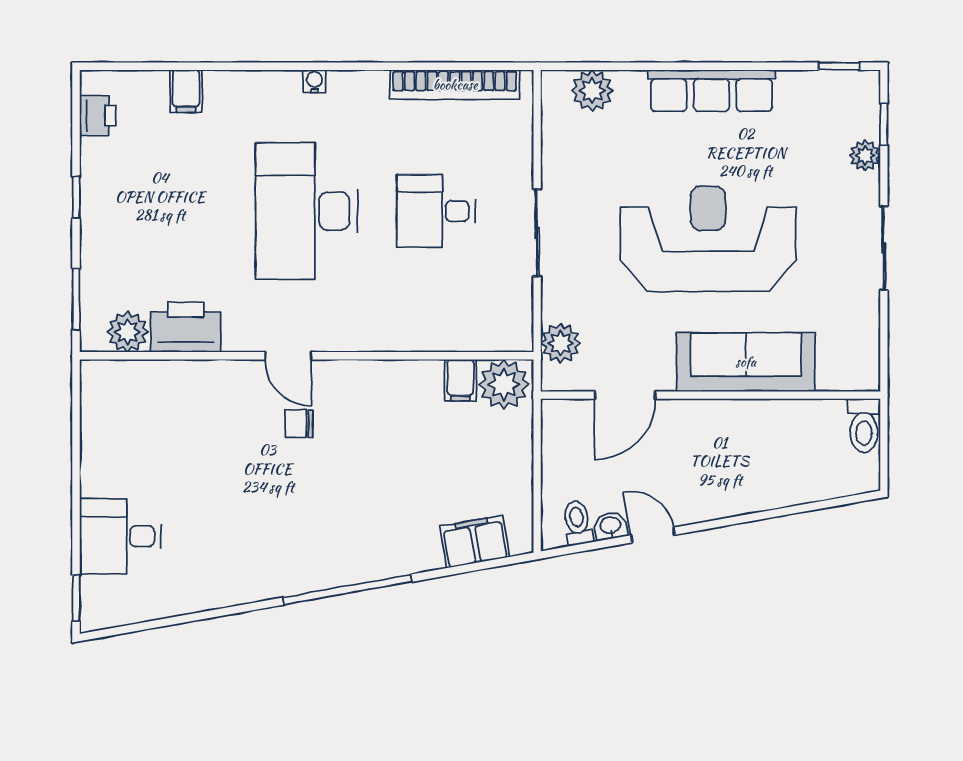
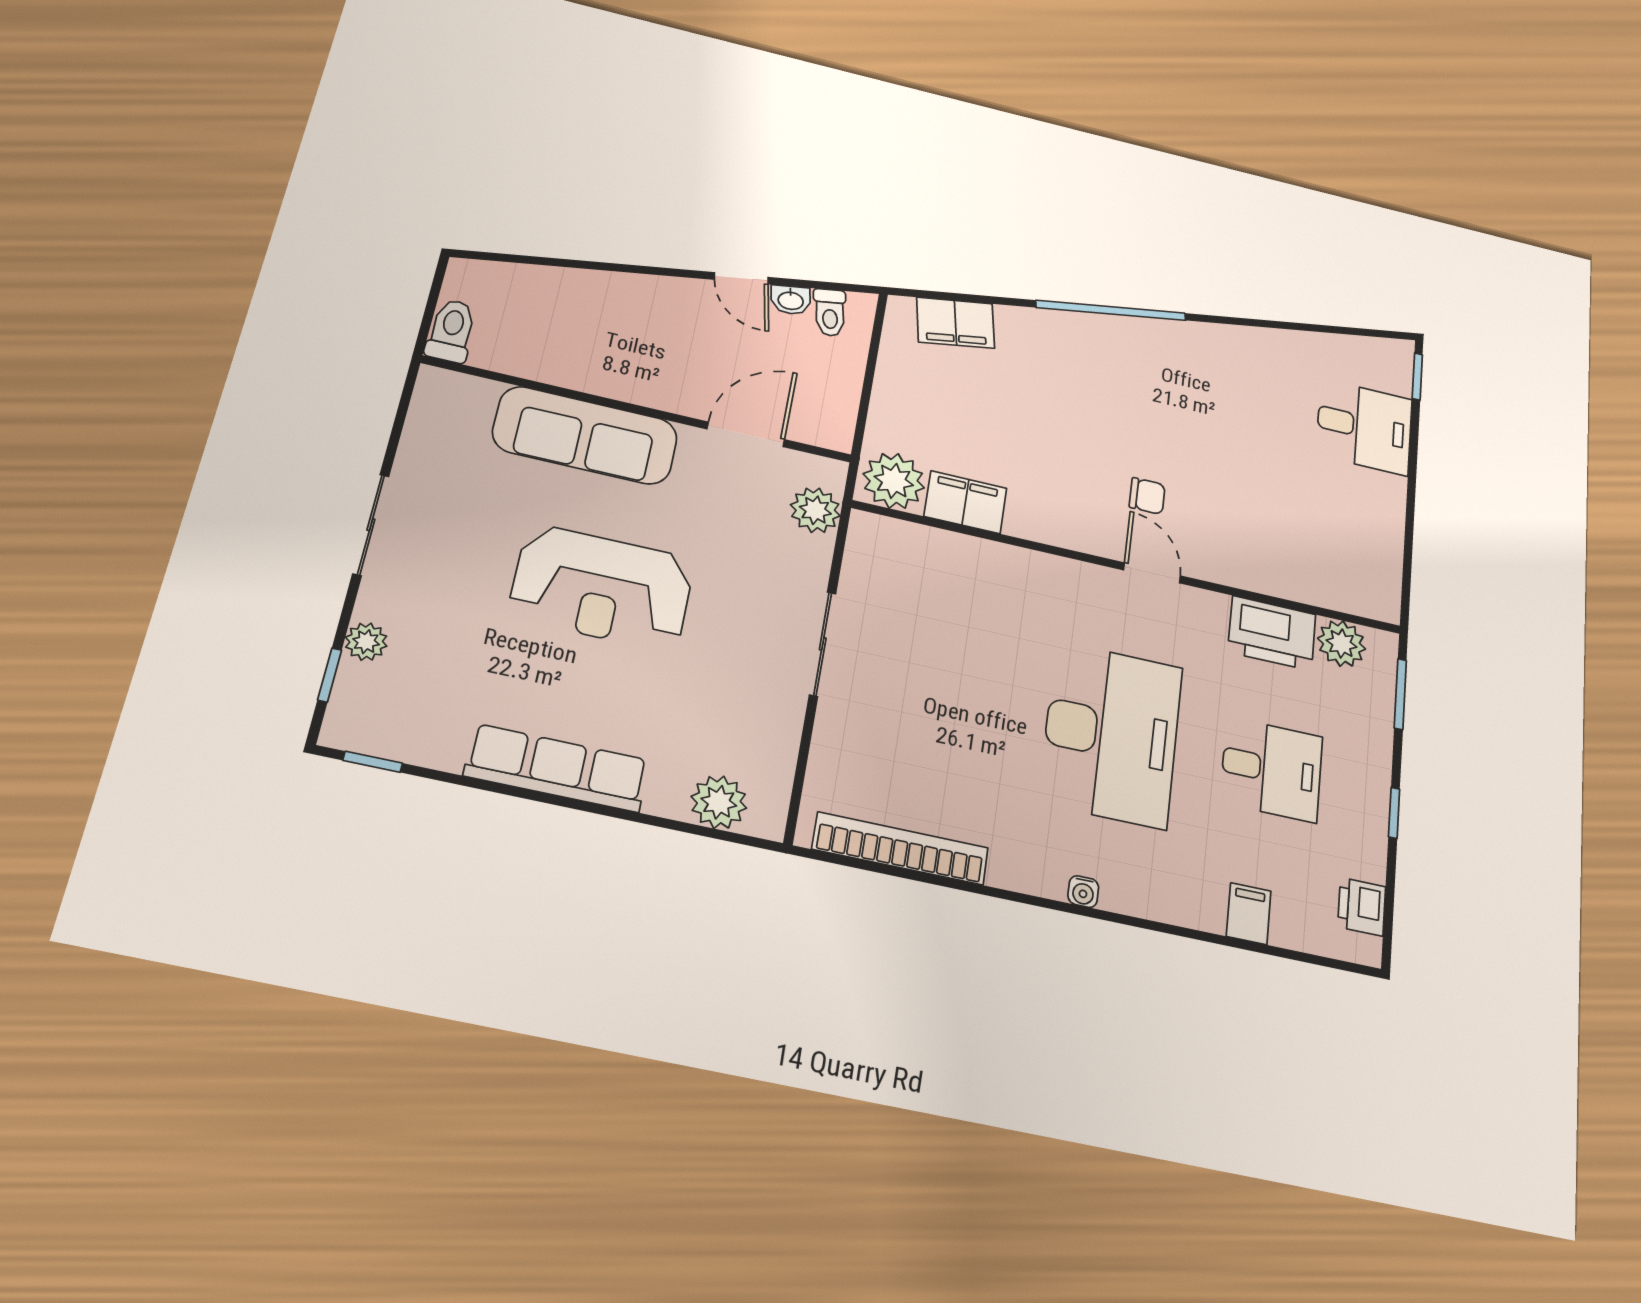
desk: (436, 211) -> (1271, 769), moved
reception desk: (708, 239) -> (602, 588), width x0.74, depth x0.77
filing cabinet: (460, 380) -> (965, 502), width x2.00

